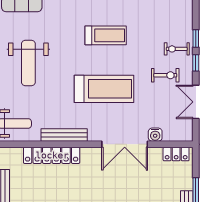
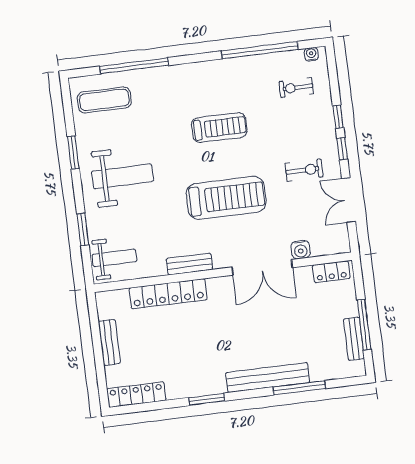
exercise bike: (177, 49) -> (296, 88), moved
weight bench: (28, 63) -> (123, 176), turned -90
bench: (64, 135) -> (189, 264), width x0.73

